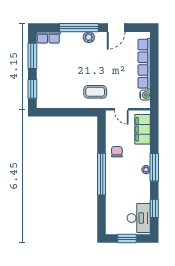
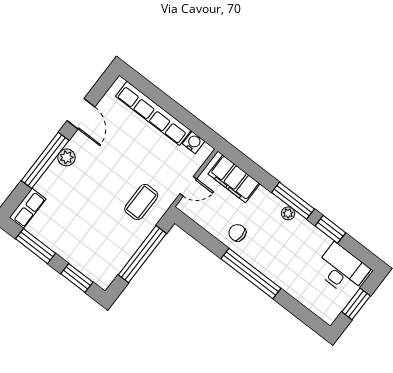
window: (70, 112) -> (142, 254), added
window: (154, 208) -> (330, 229), moved

